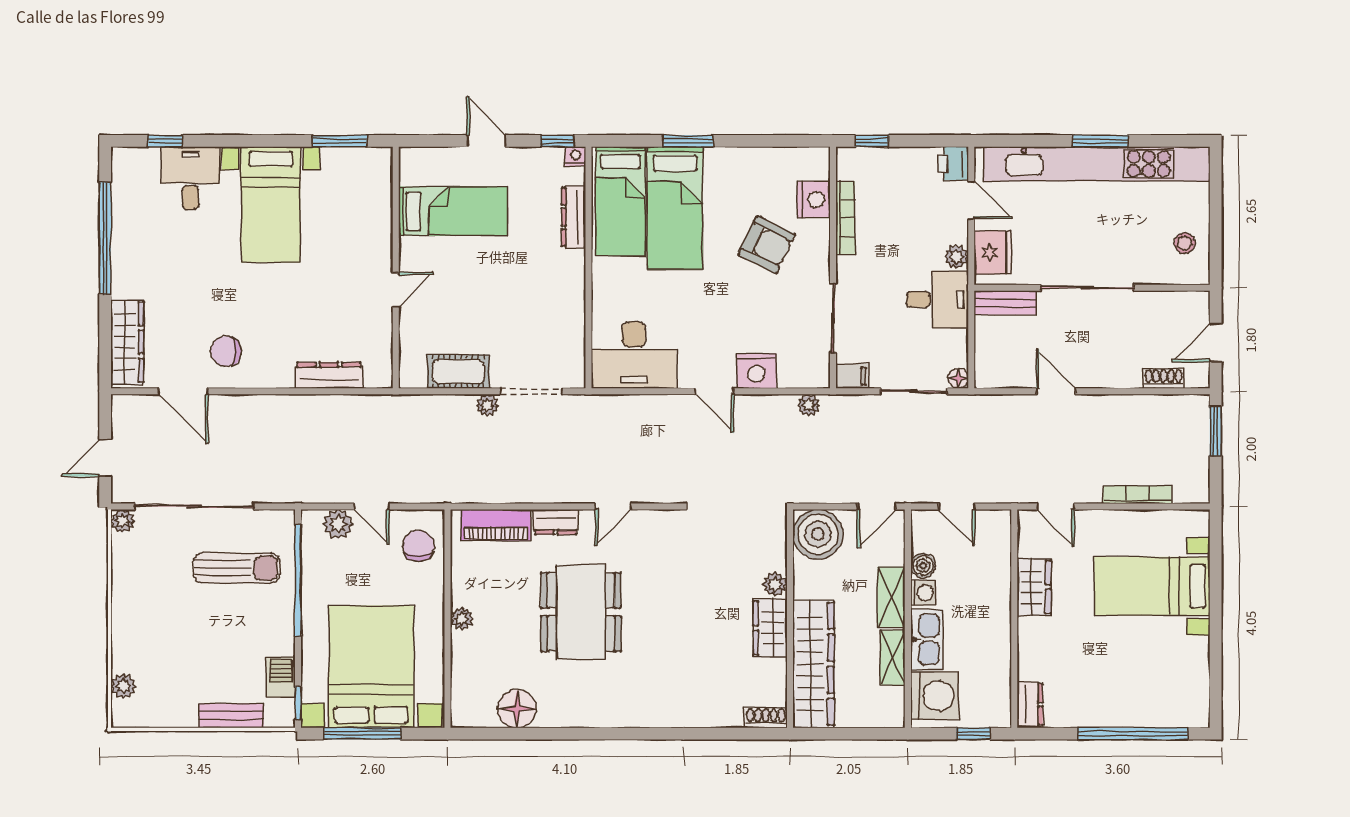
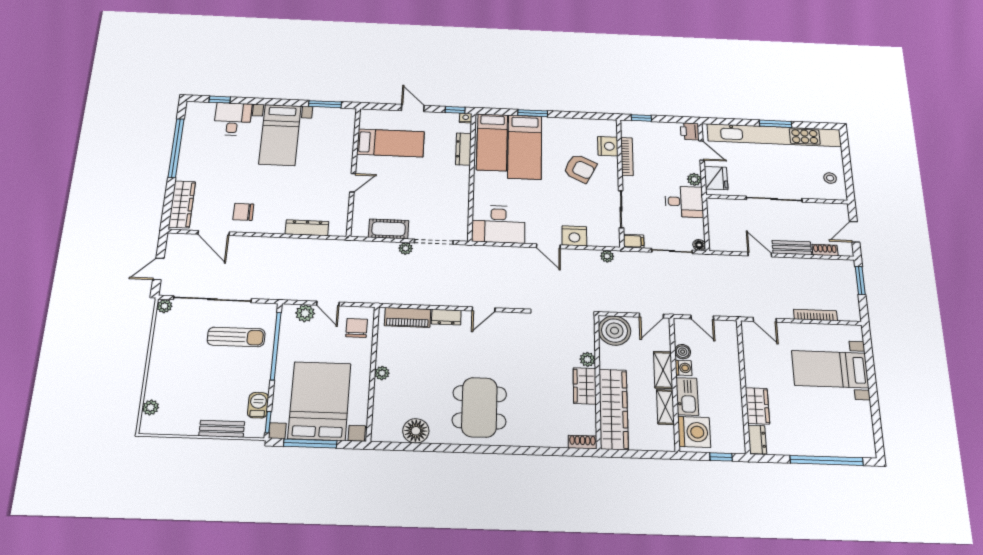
bench: (1005, 303) -> (792, 248), moved
wardrobe: (1034, 587) -> (757, 406), moved
dining table: (581, 612) -> (479, 407), moved

